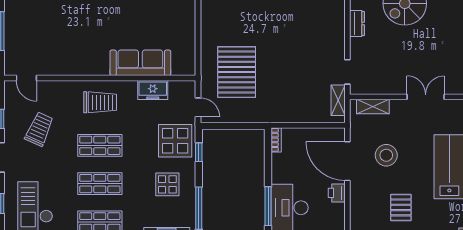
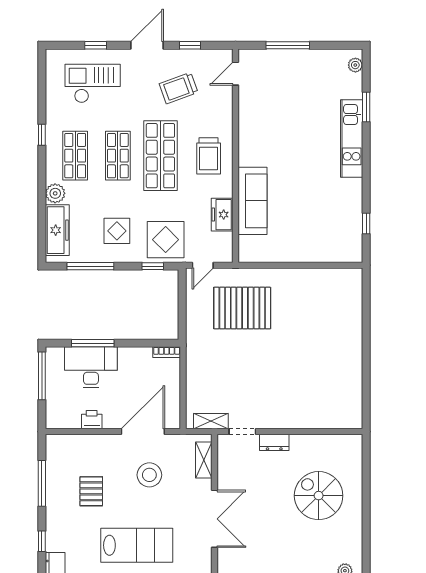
dresser: (357, 24) -> (274, 442), moved
double door: (426, 97) -> (214, 519), width x1.37
trolley: (39, 129) -> (179, 88), turned 136
shop shelf: (100, 145) -> (160, 156), width x1.43, depth x1.36
printer: (337, 193) -> (92, 420), moved
pallet: (401, 207) -> (91, 491), turned 90

